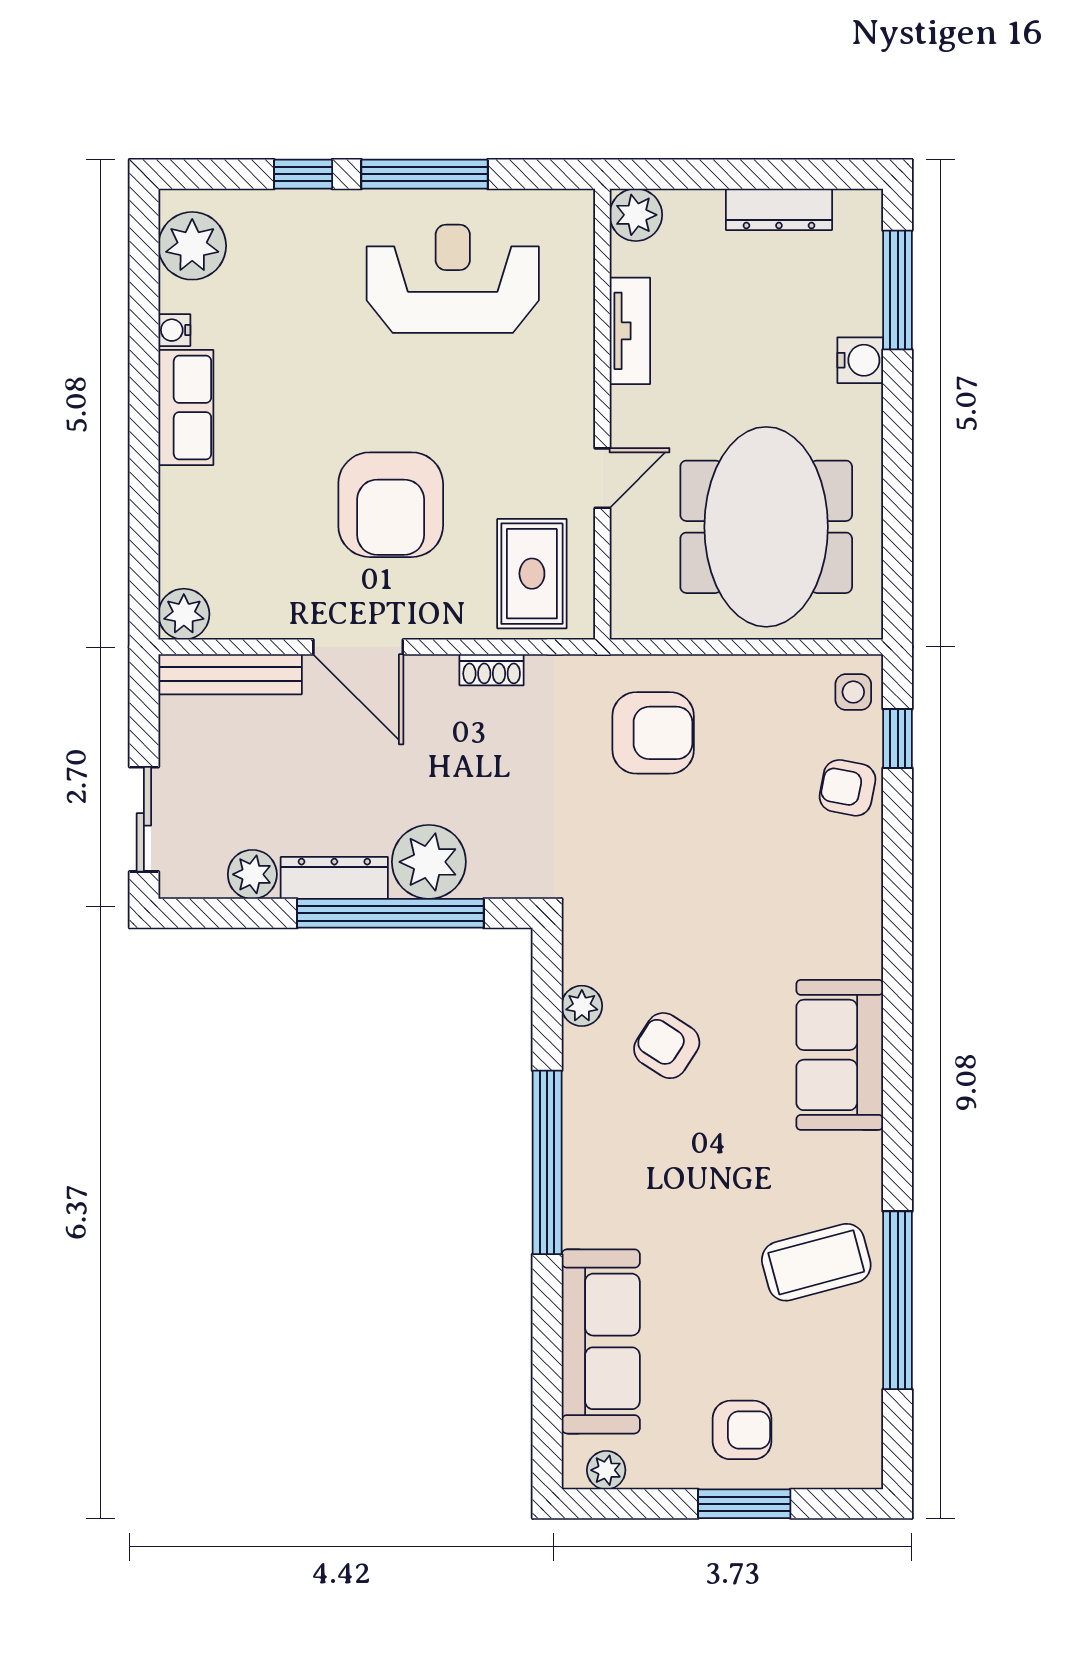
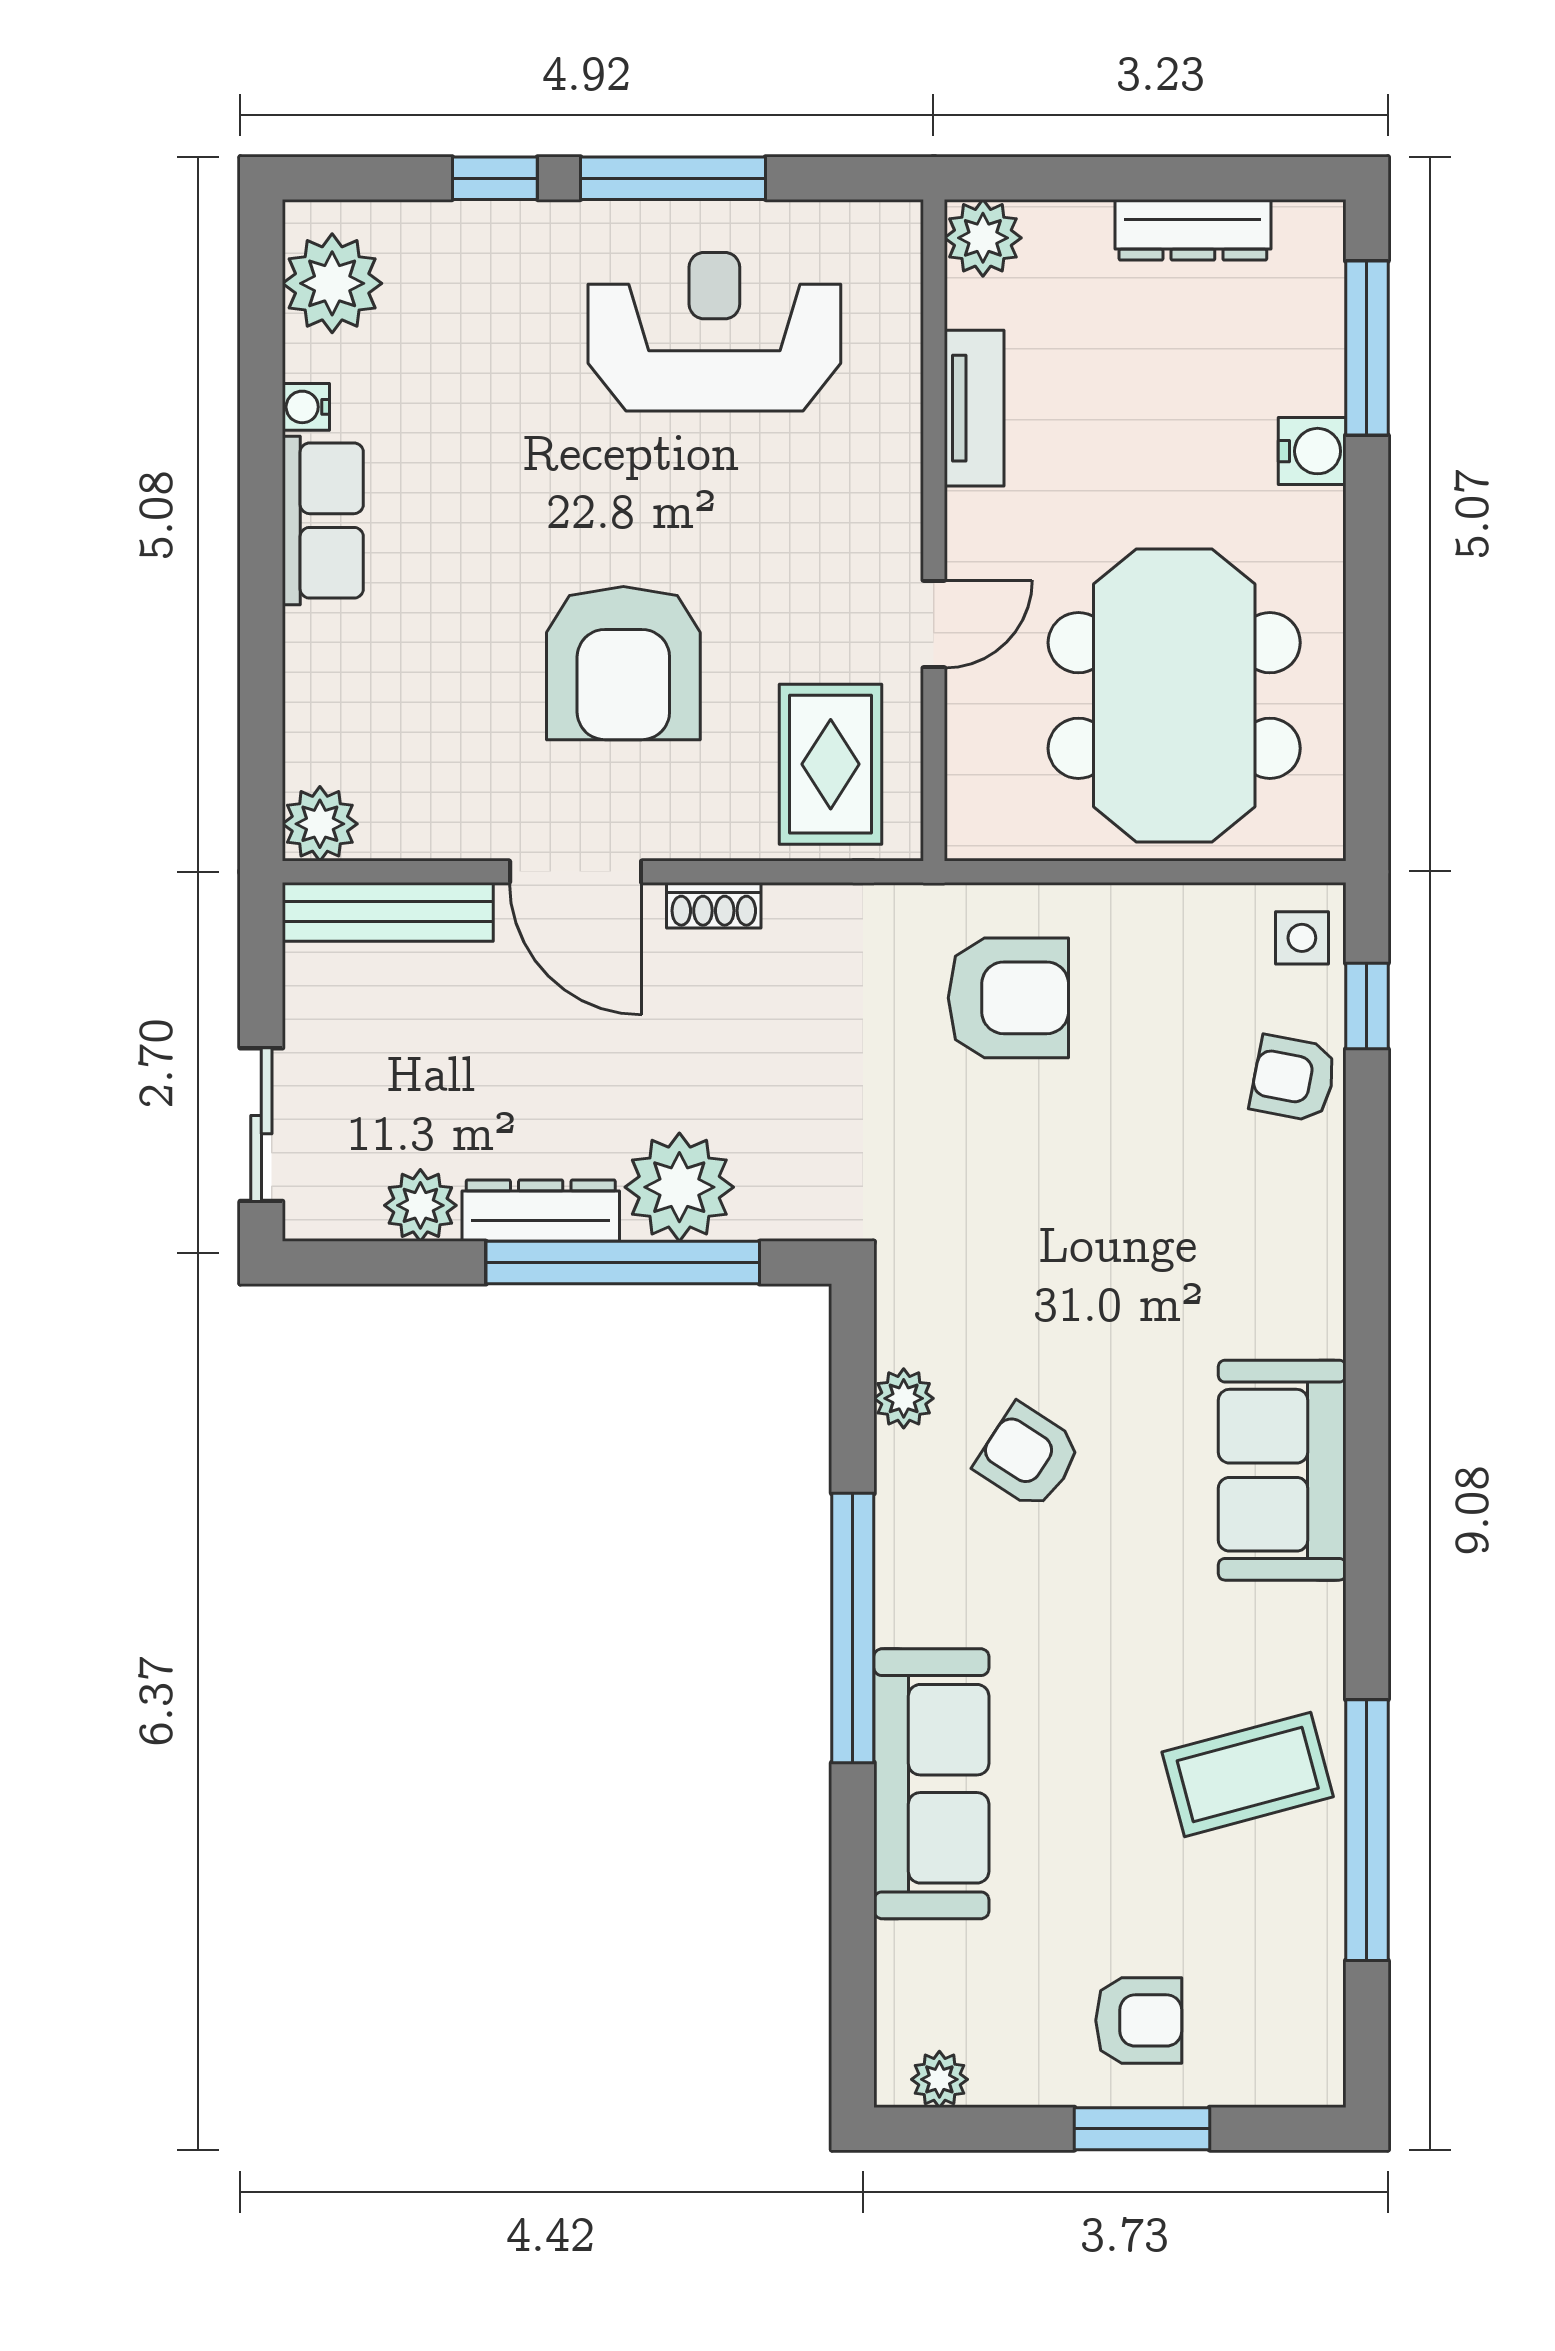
shoe rack: (492, 670) -> (714, 905), moved
sofa: (601, 1341) -> (931, 1784), moved

